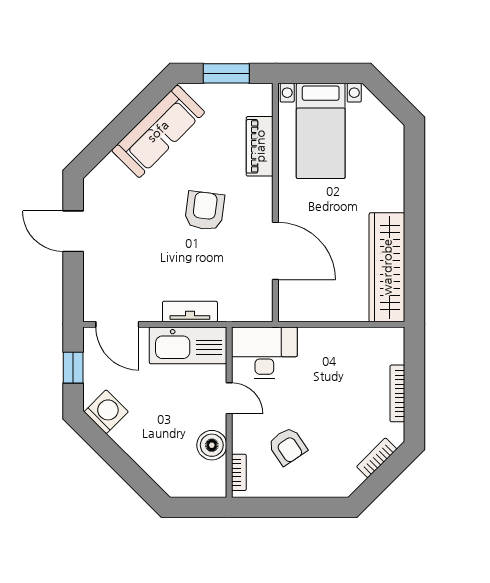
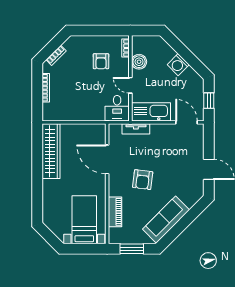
tv unit: (190, 312) -> (136, 129), moved
desk: (264, 353) -> (117, 108), width x0.73
washing machine: (106, 412) -> (178, 65), moved
armchair: (287, 446) -> (101, 61), turned -146

